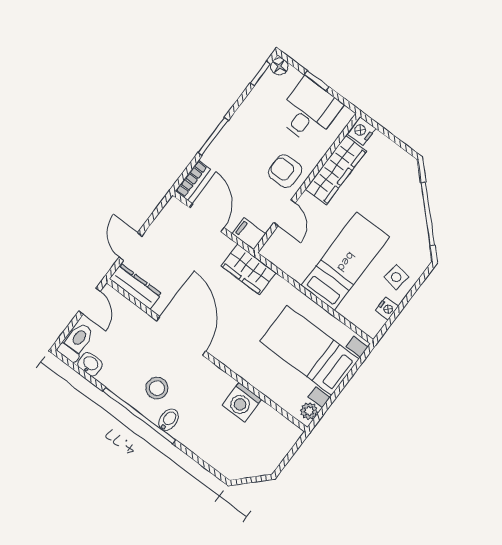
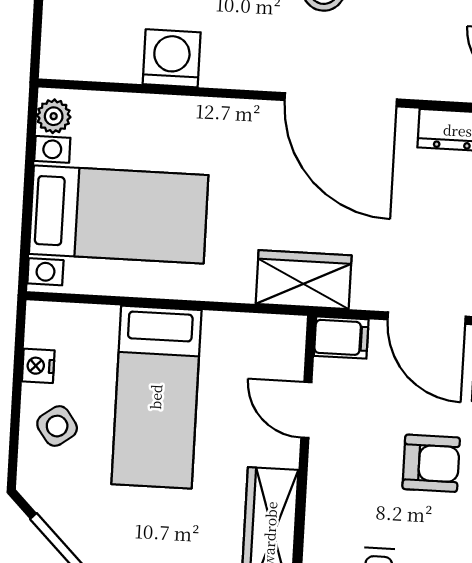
armchair: (285, 171) -> (431, 463), moved
side table: (396, 277) -> (57, 426), turned 45

